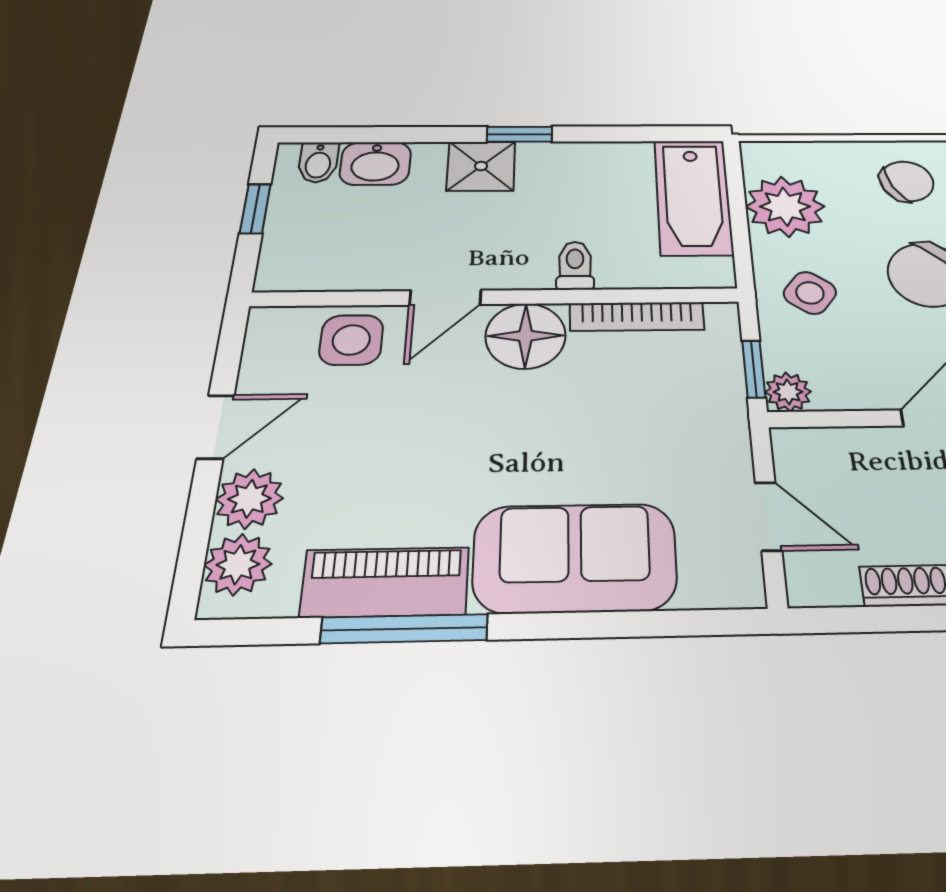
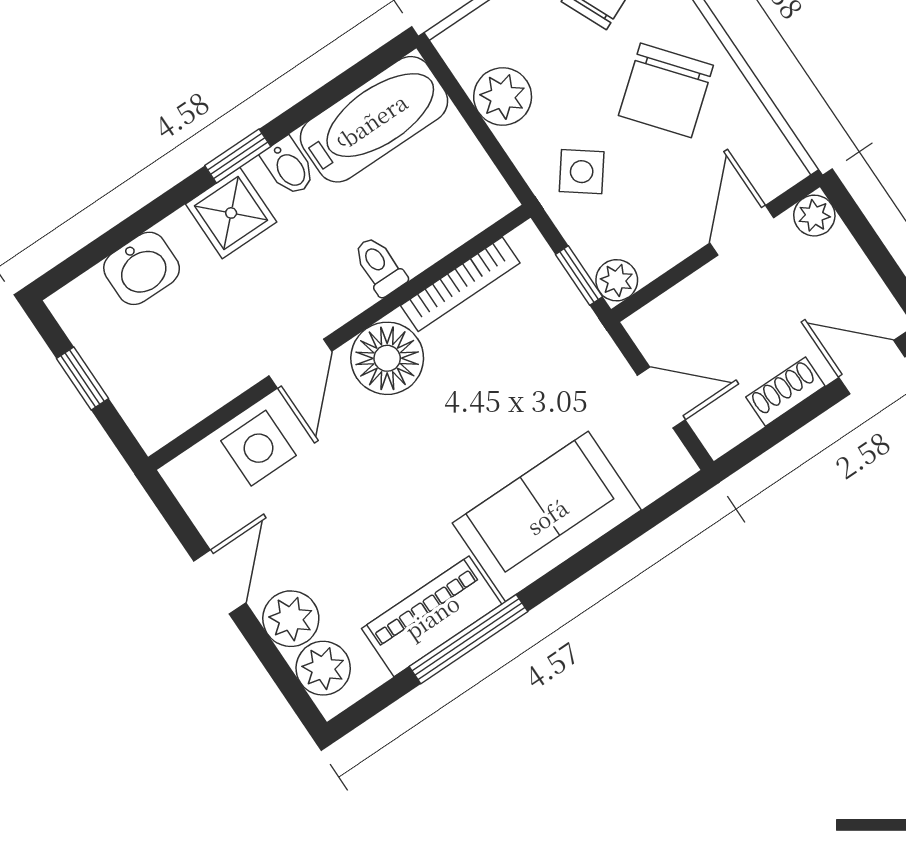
bidet: (318, 162) -> (289, 167), moved
bathtub: (693, 197) -> (374, 119), moved, turned -90
plant: (785, 207) -> (503, 97), width x0.73, depth x0.73

